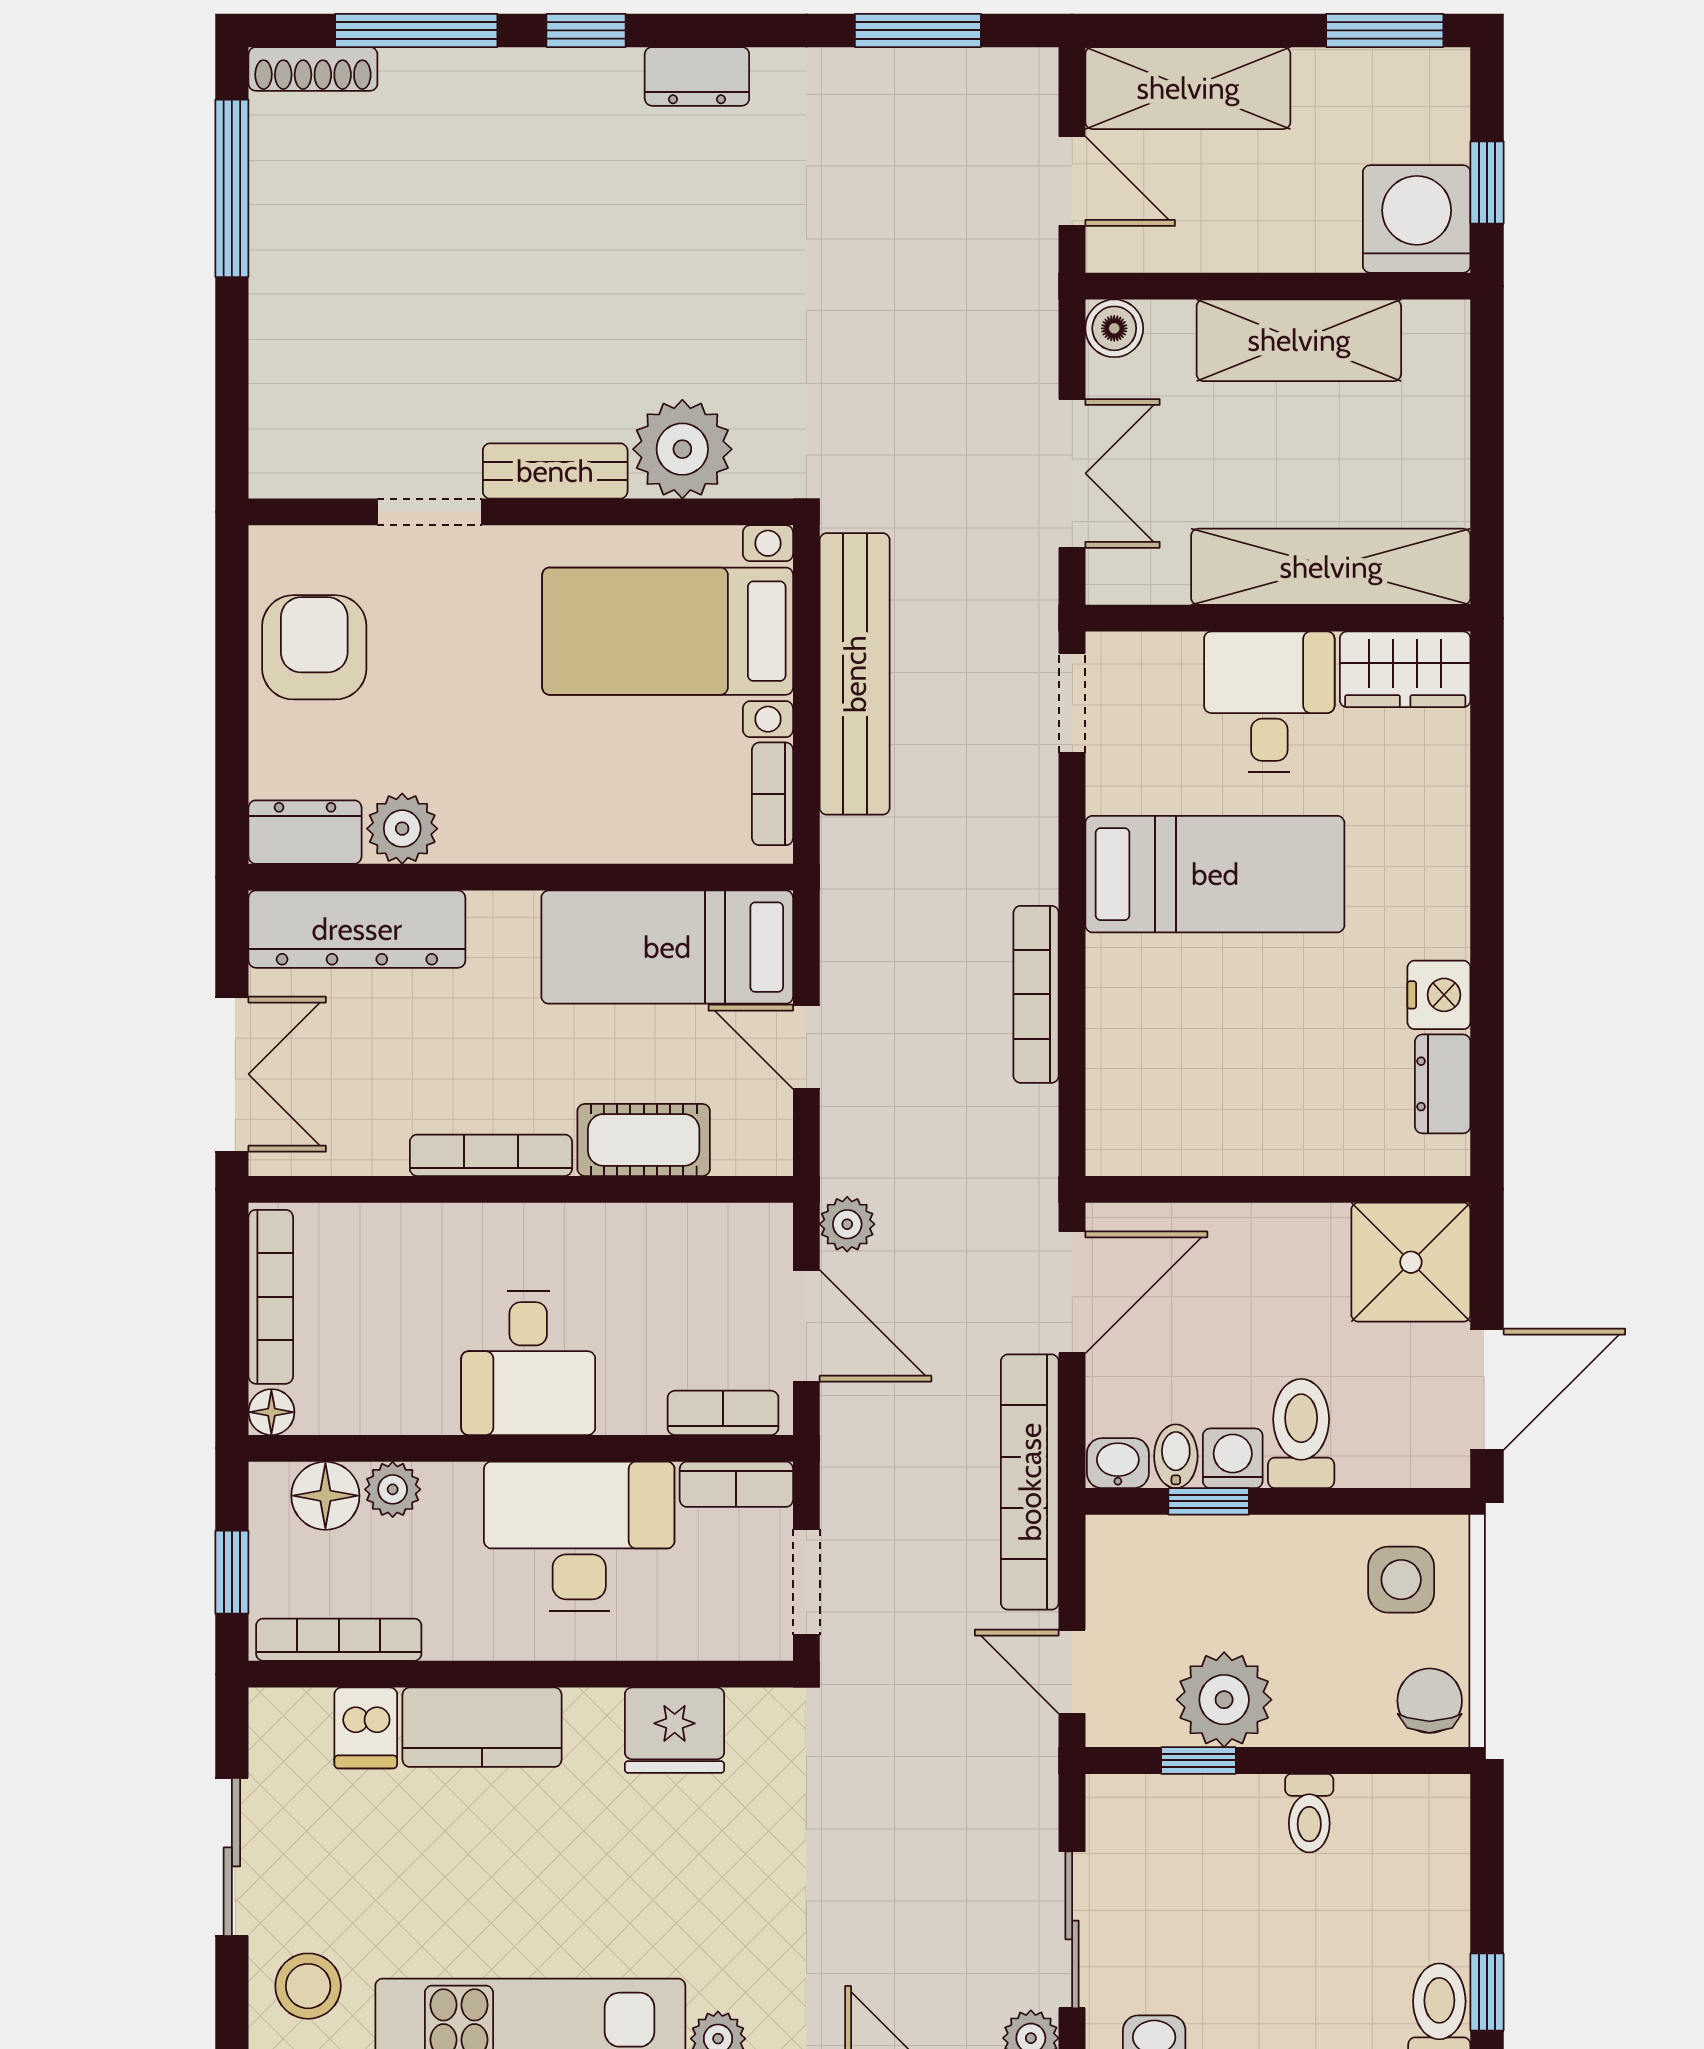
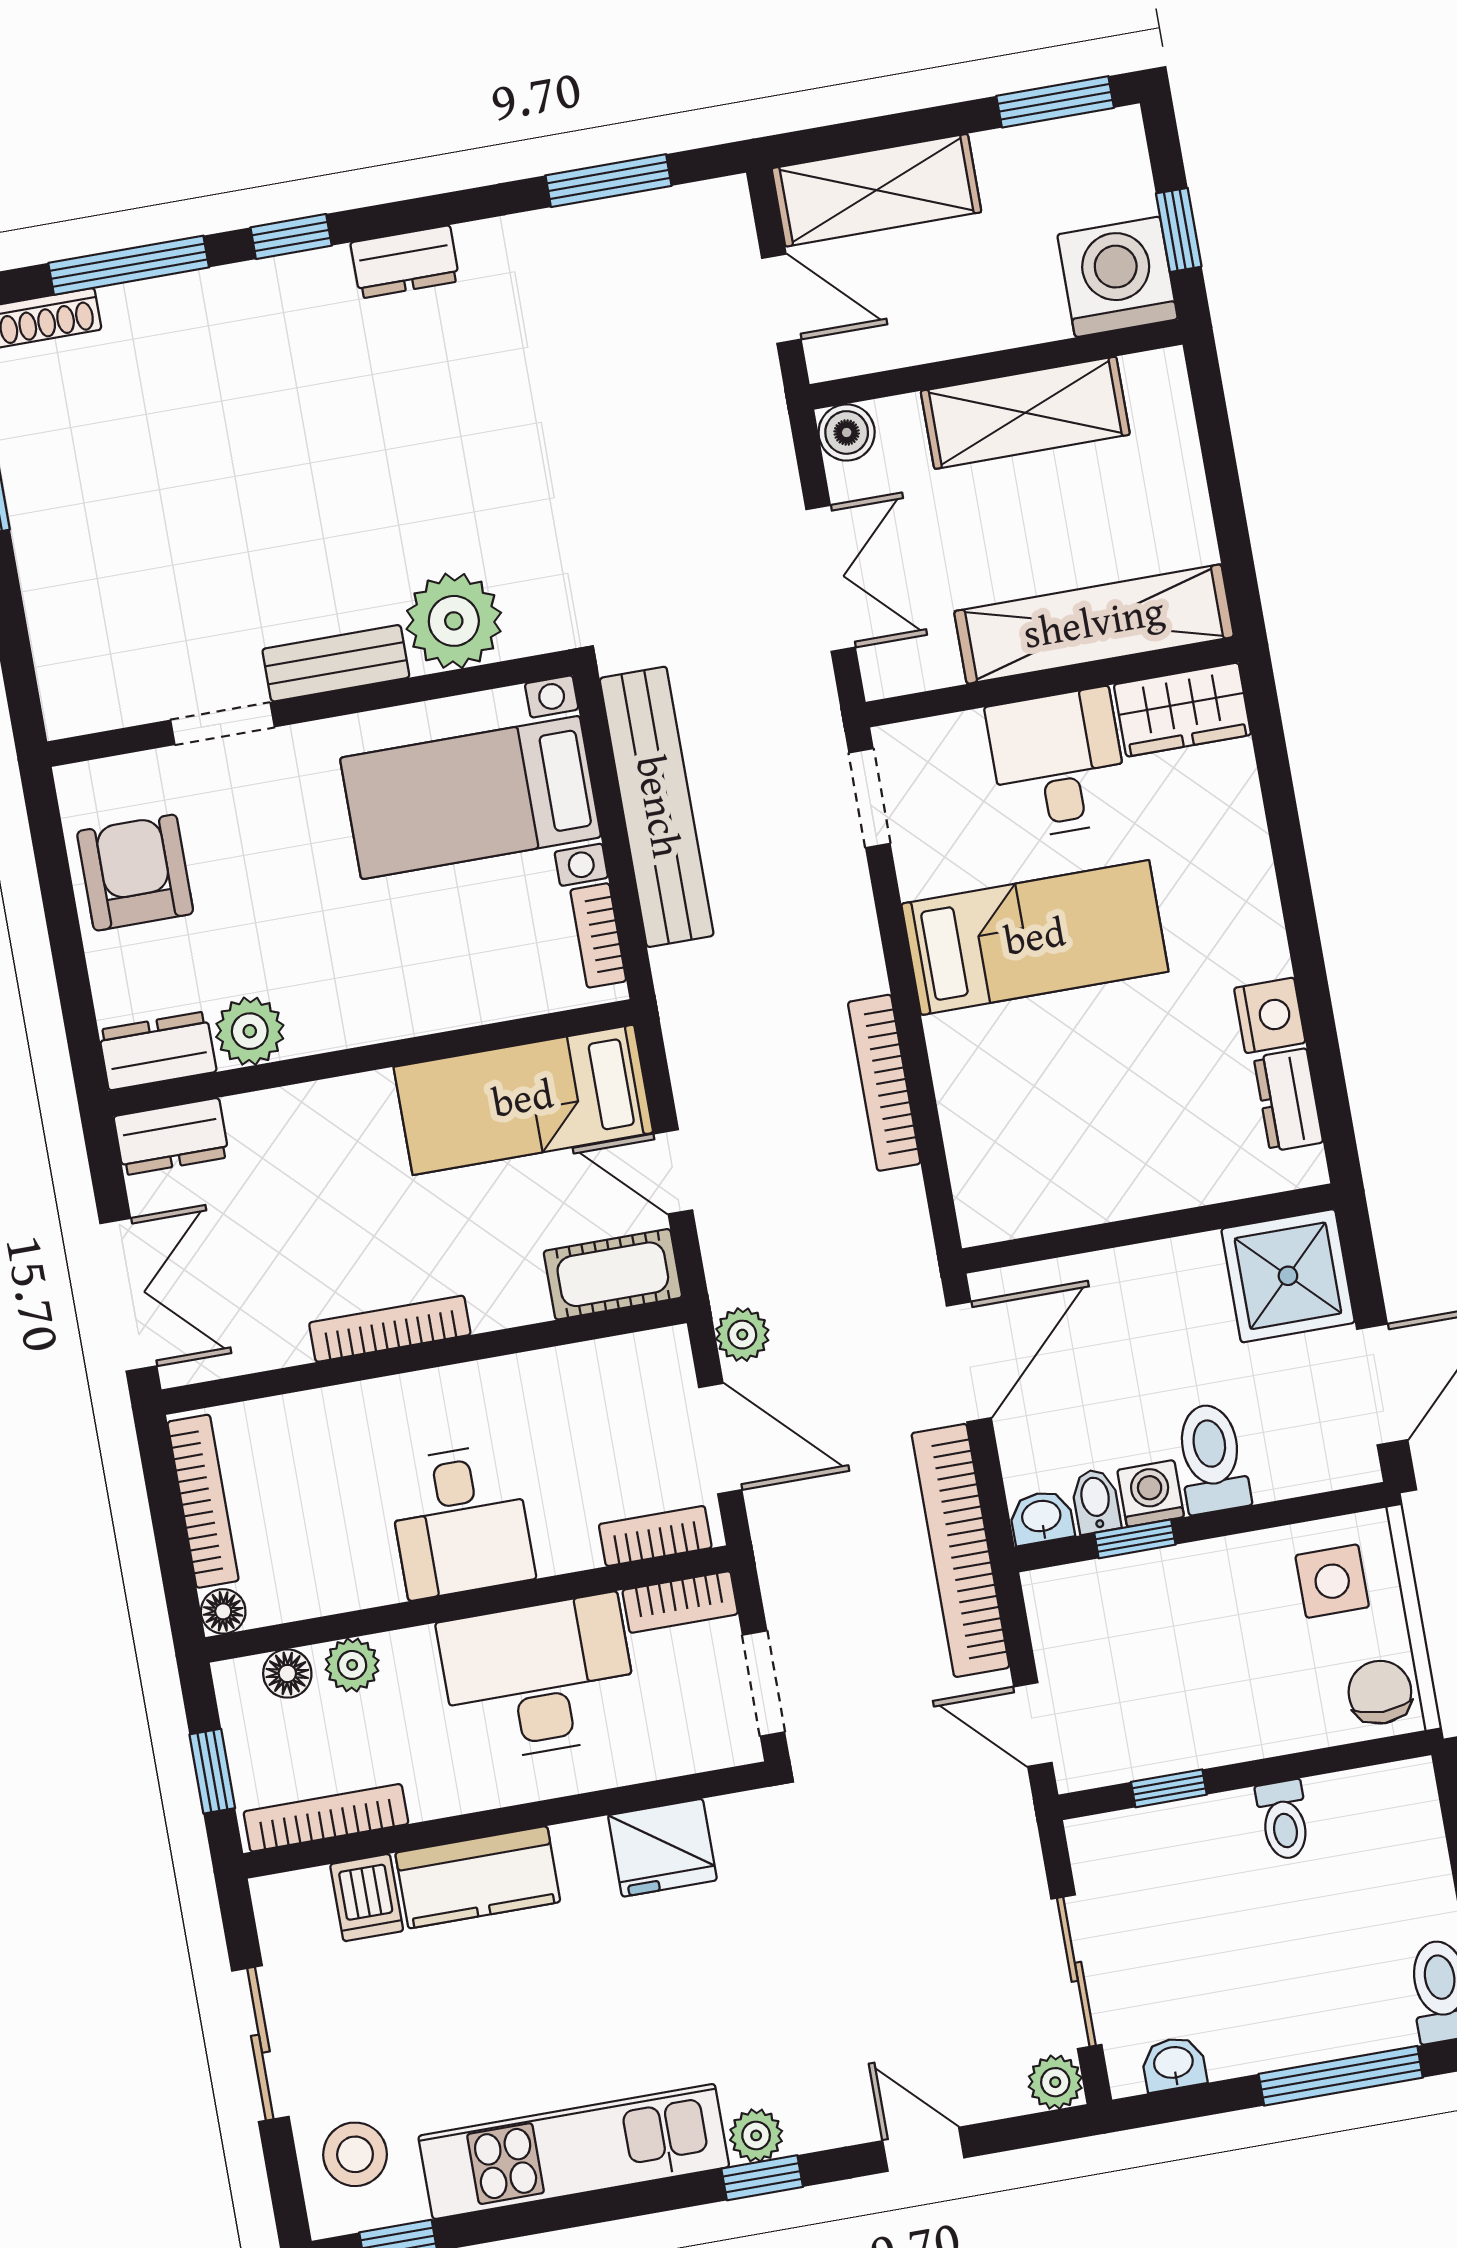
dresser: (357, 929) -> (171, 1137), width x0.51, depth x0.80
cot: (644, 1140) -> (613, 1274), moved
floor lamp: (325, 1496) -> (287, 1673), width x0.73, depth x0.73
plant: (1224, 1700) -> (1183, 1726), removed

